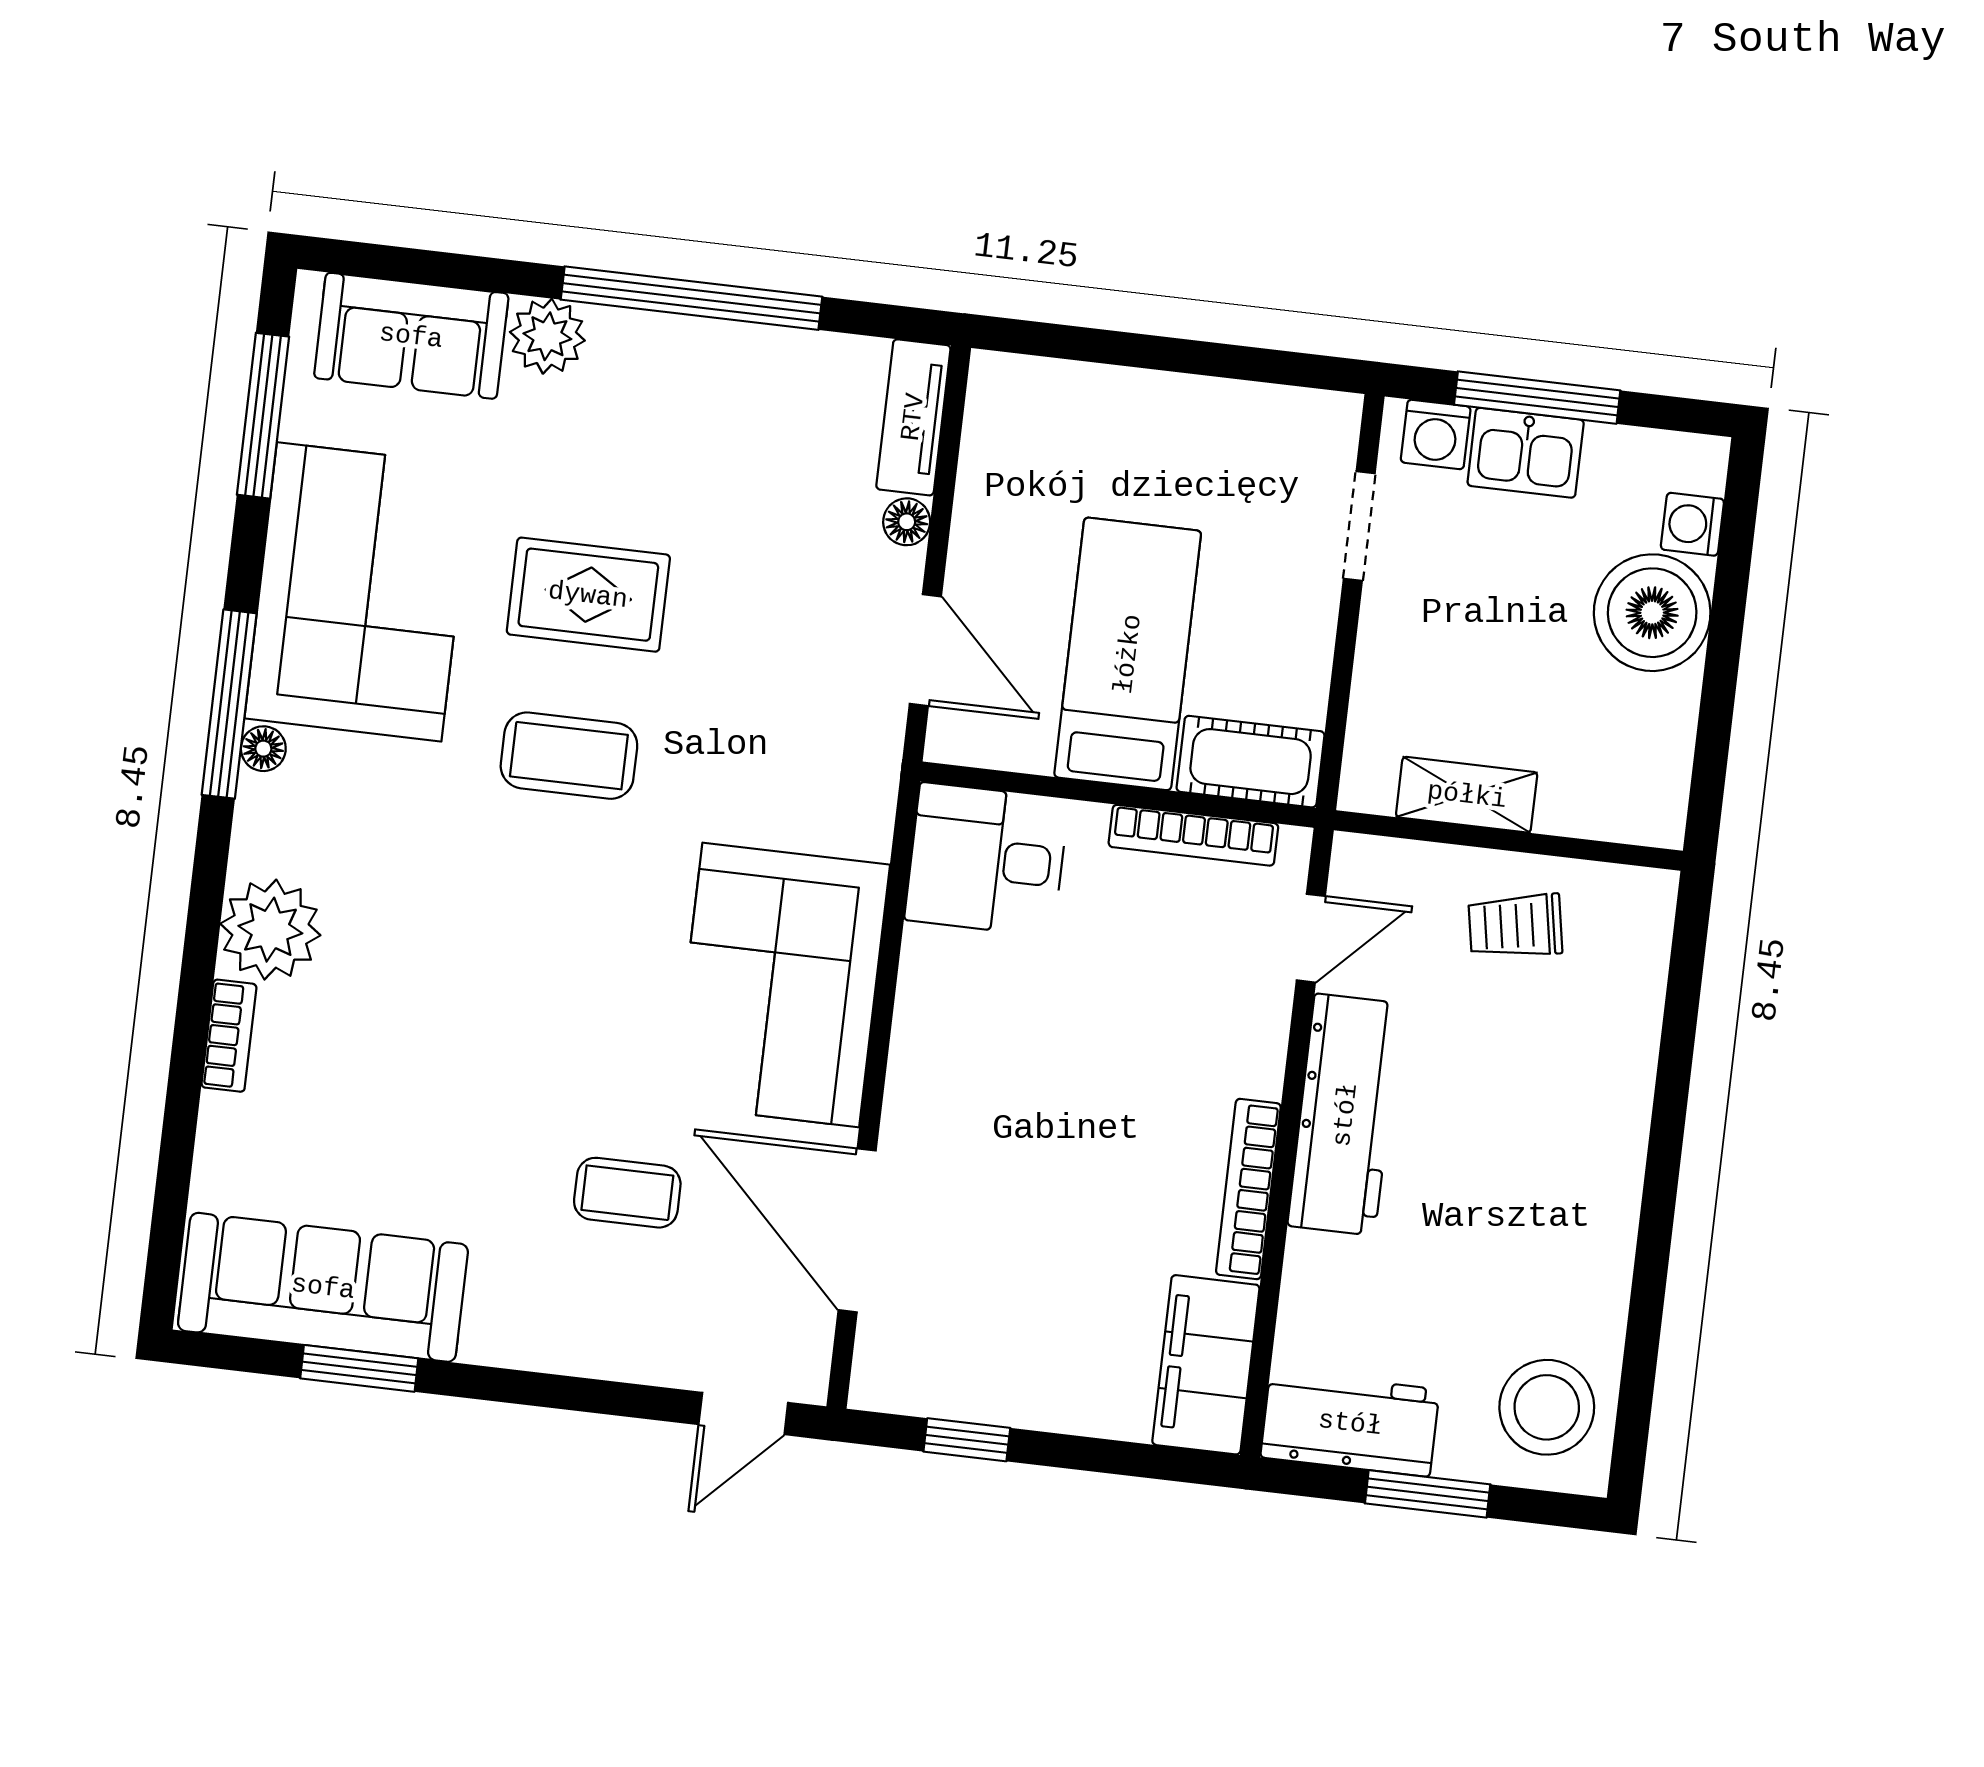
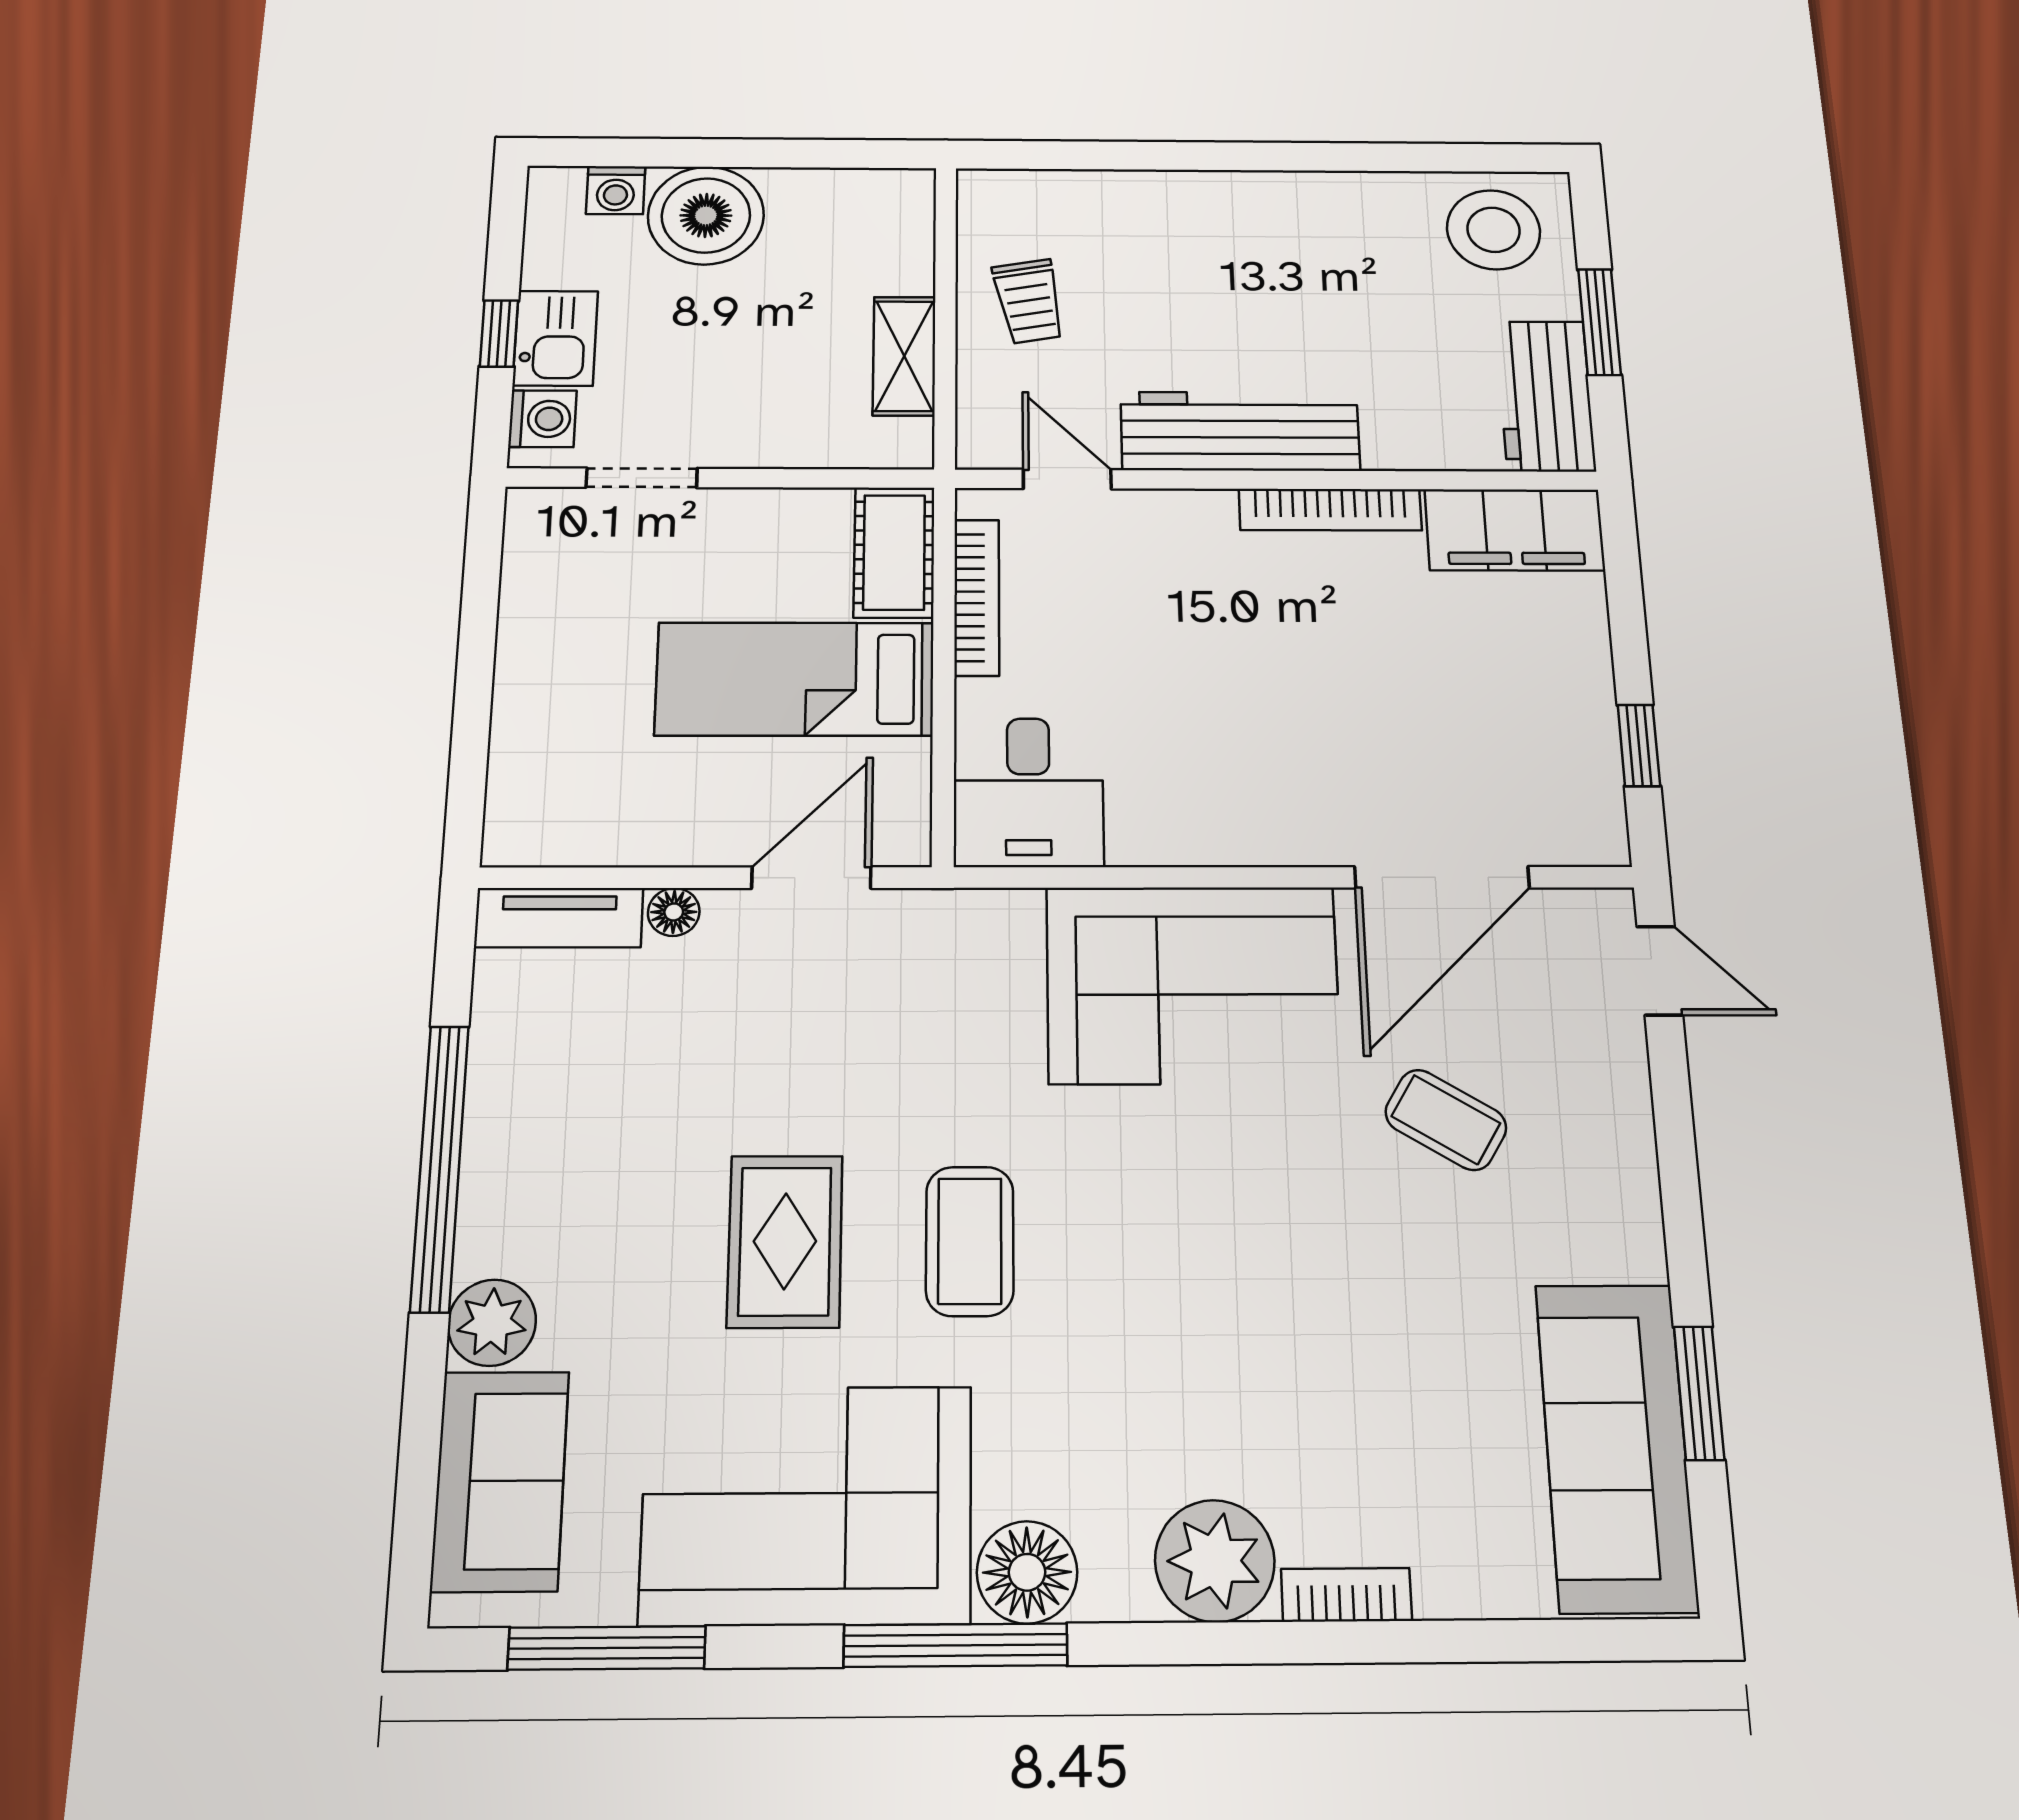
window: (1537, 398) -> (499, 334), width x0.46
floor lamp: (263, 749) -> (1027, 1572), width x1.89, depth x1.89
coffee table: (627, 1193) -> (1446, 1120), turned -59

